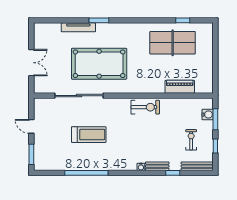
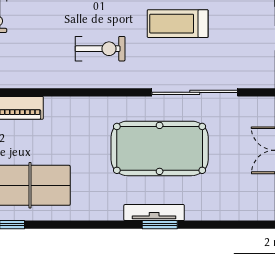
tv unit: (78, 27) -> (154, 213), moved
exercise bike: (145, 107) -> (100, 49), moved, turned 180

